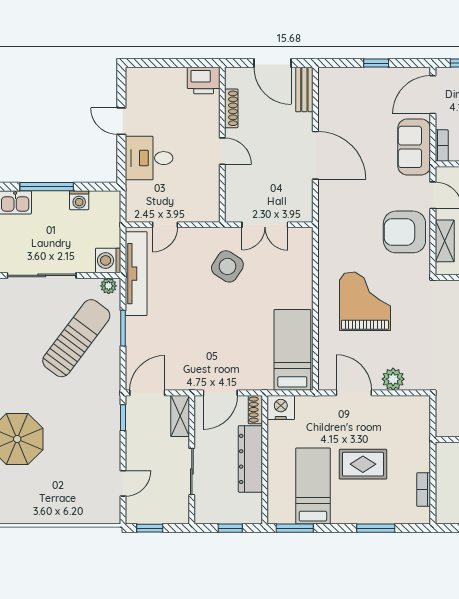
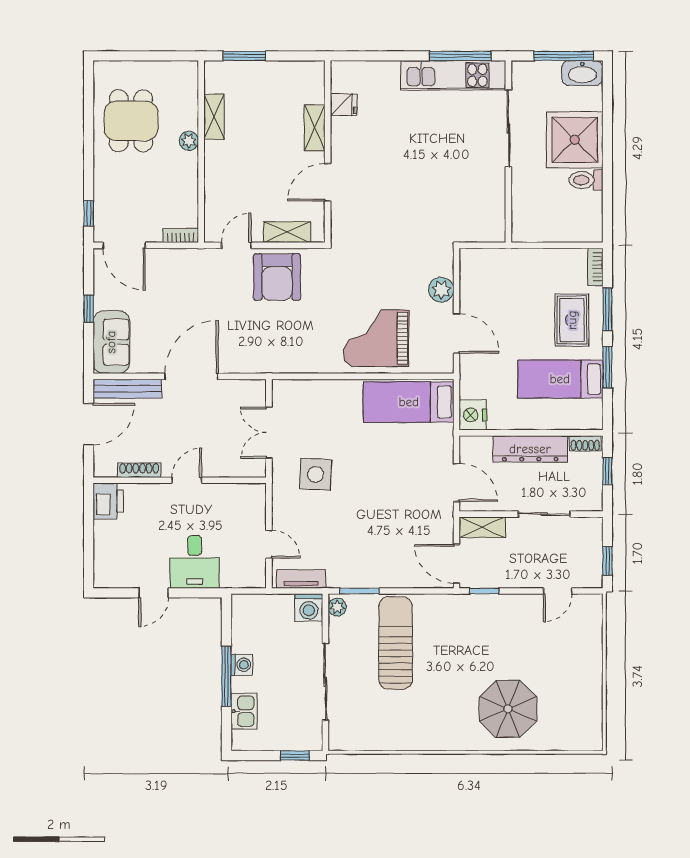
bench: (304, 90) -> (127, 389), width x1.36
sofa: (414, 147) -> (111, 342), moved, turned -90
washing machine: (79, 200) -> (242, 665), moved
double door: (265, 225) -> (269, 433), swing flipped
side table: (227, 266) -> (315, 474), turned -30
tv unit: (136, 274) -> (301, 579), width x0.52, depth x0.78
grand piano: (365, 301) -> (376, 338), moved
window: (123, 328) -> (359, 591), moved
sun lounger: (76, 338) -> (396, 643), turned 53
door: (354, 393) -> (456, 333), swing flipped
shoe rack: (255, 410) -> (585, 443), moved
rug: (363, 464) -> (572, 320), moved
door: (123, 483) -> (558, 591), swing flipped
bookcase: (424, 490) -> (595, 267), moved, turned 90
window: (295, 528) -> (607, 367), moved

